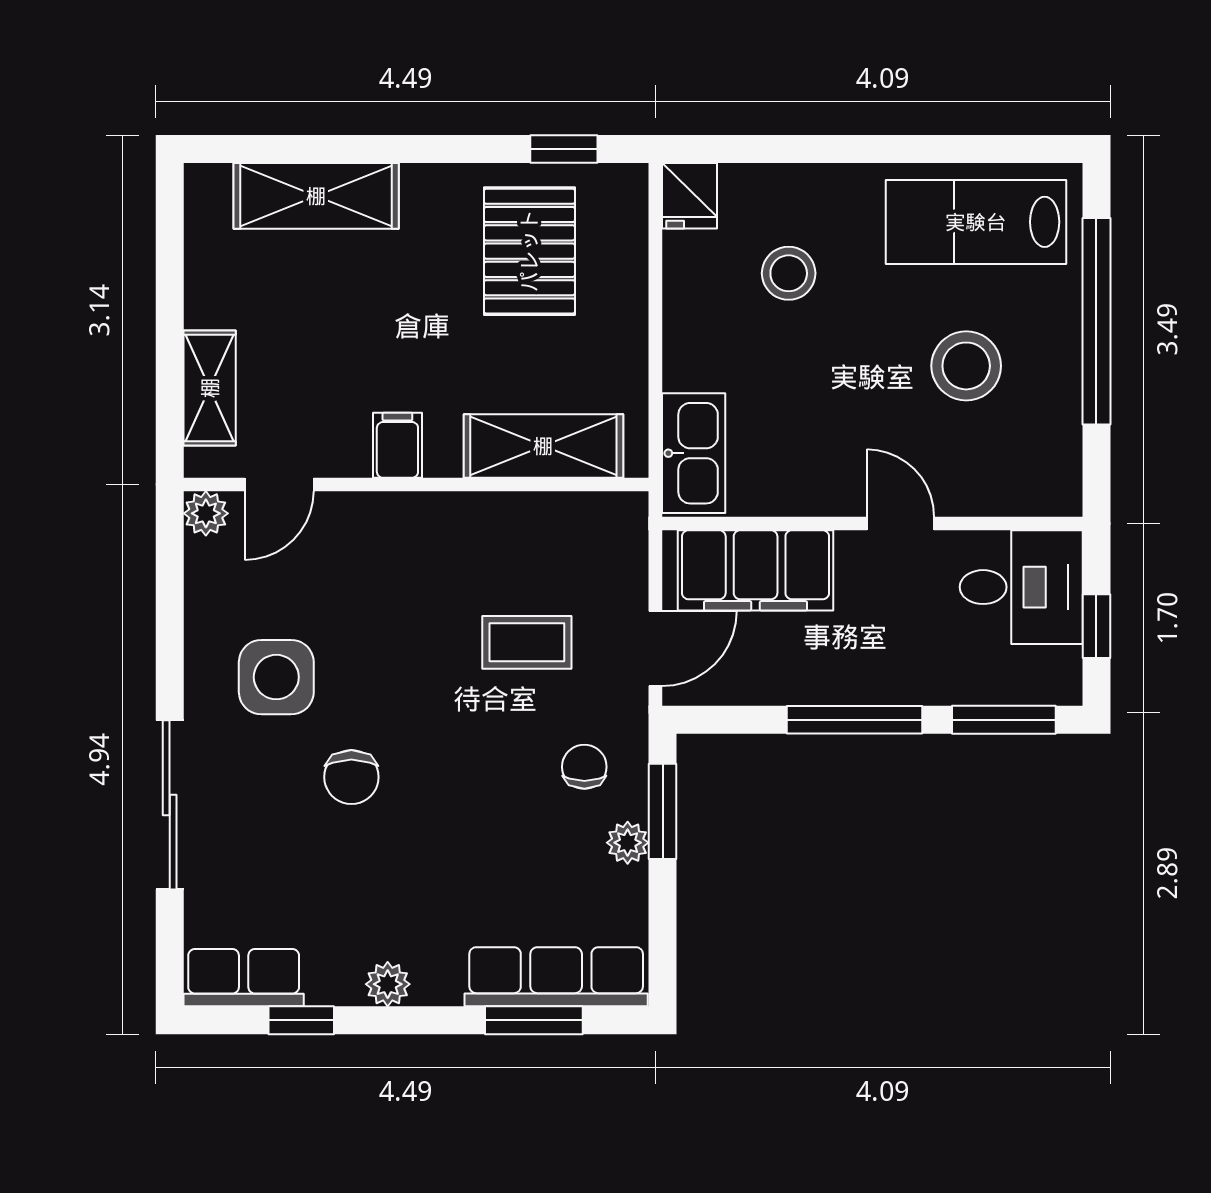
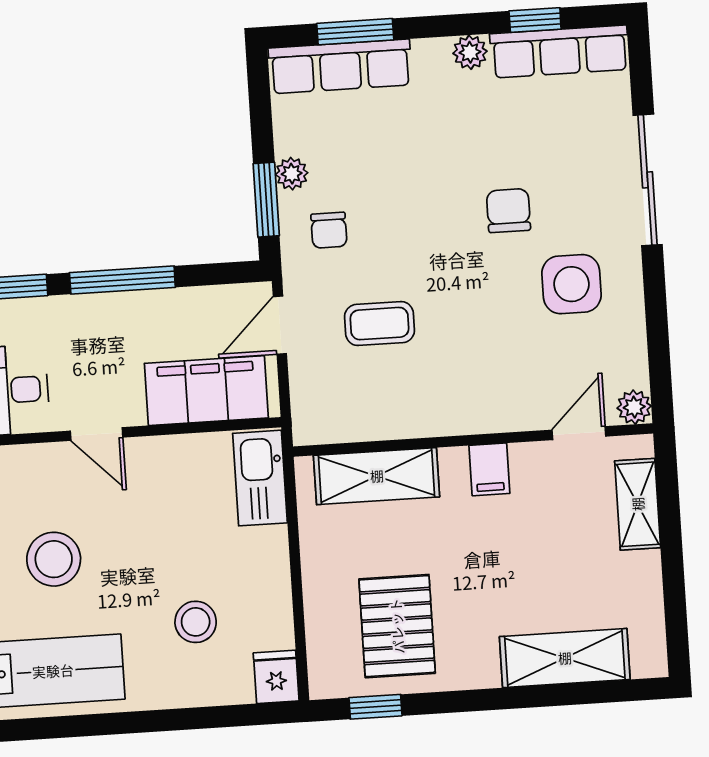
row of seats: (244, 978) -> (560, 52), width x1.48

